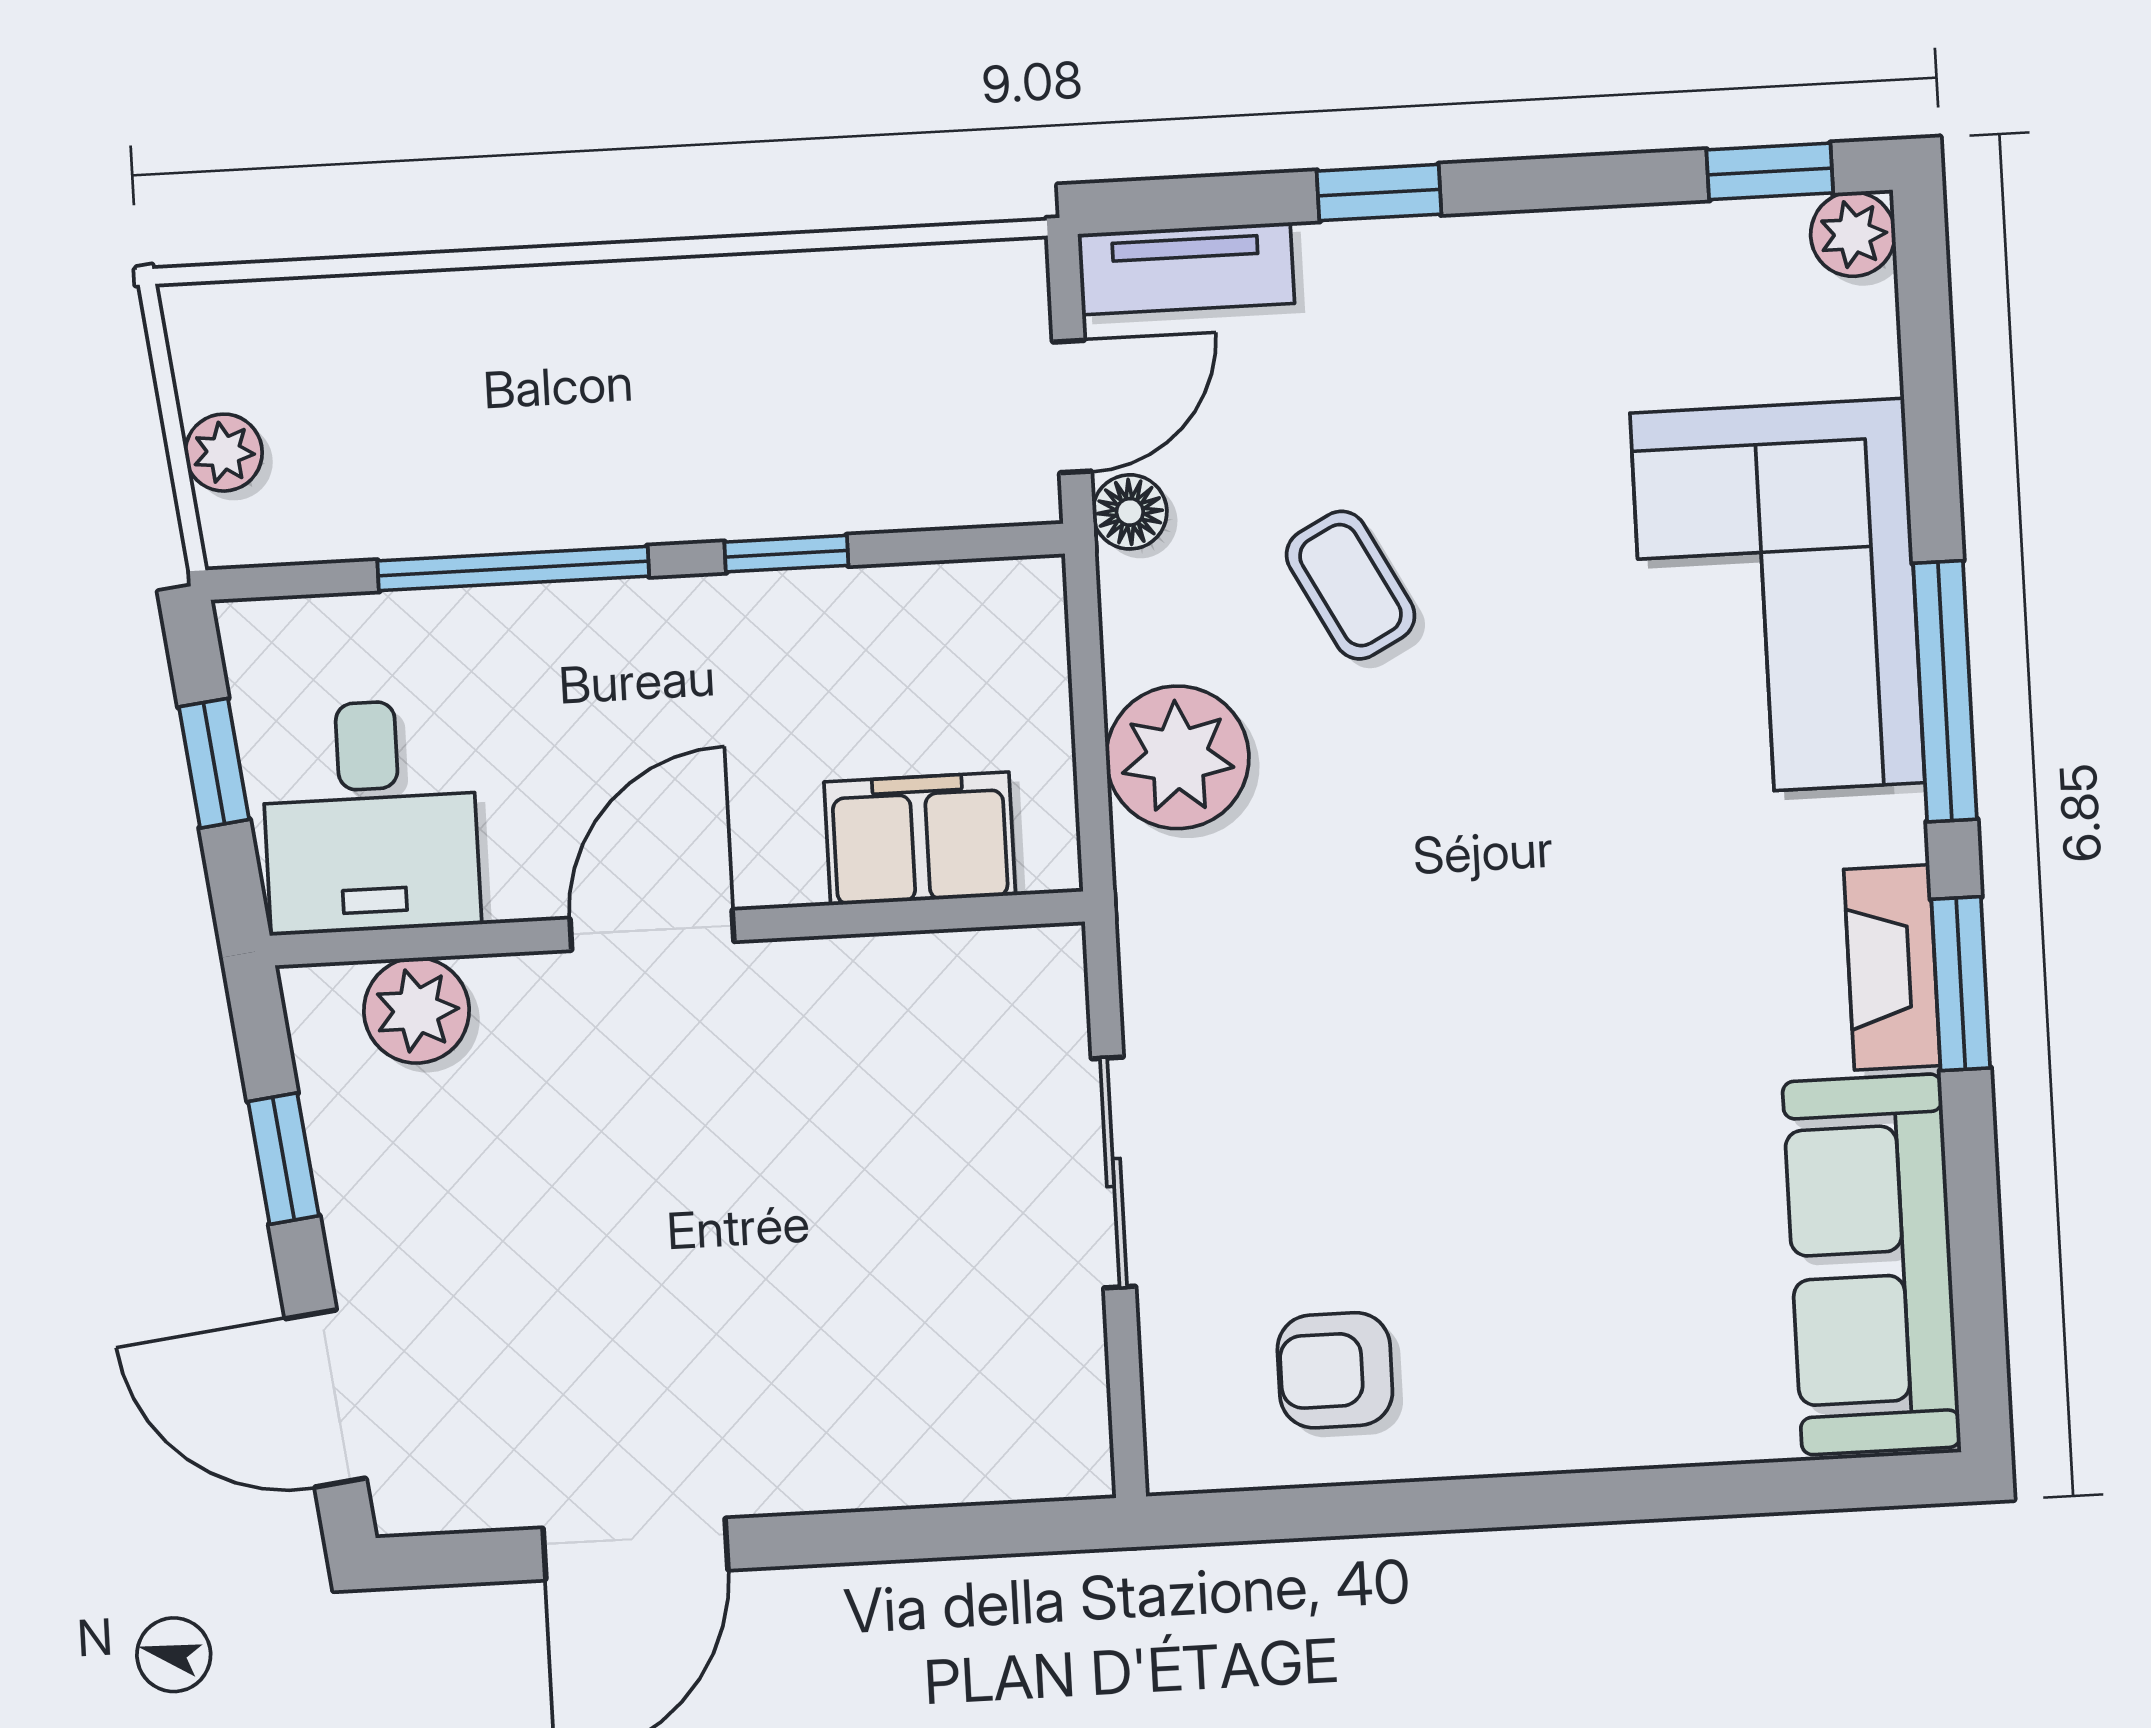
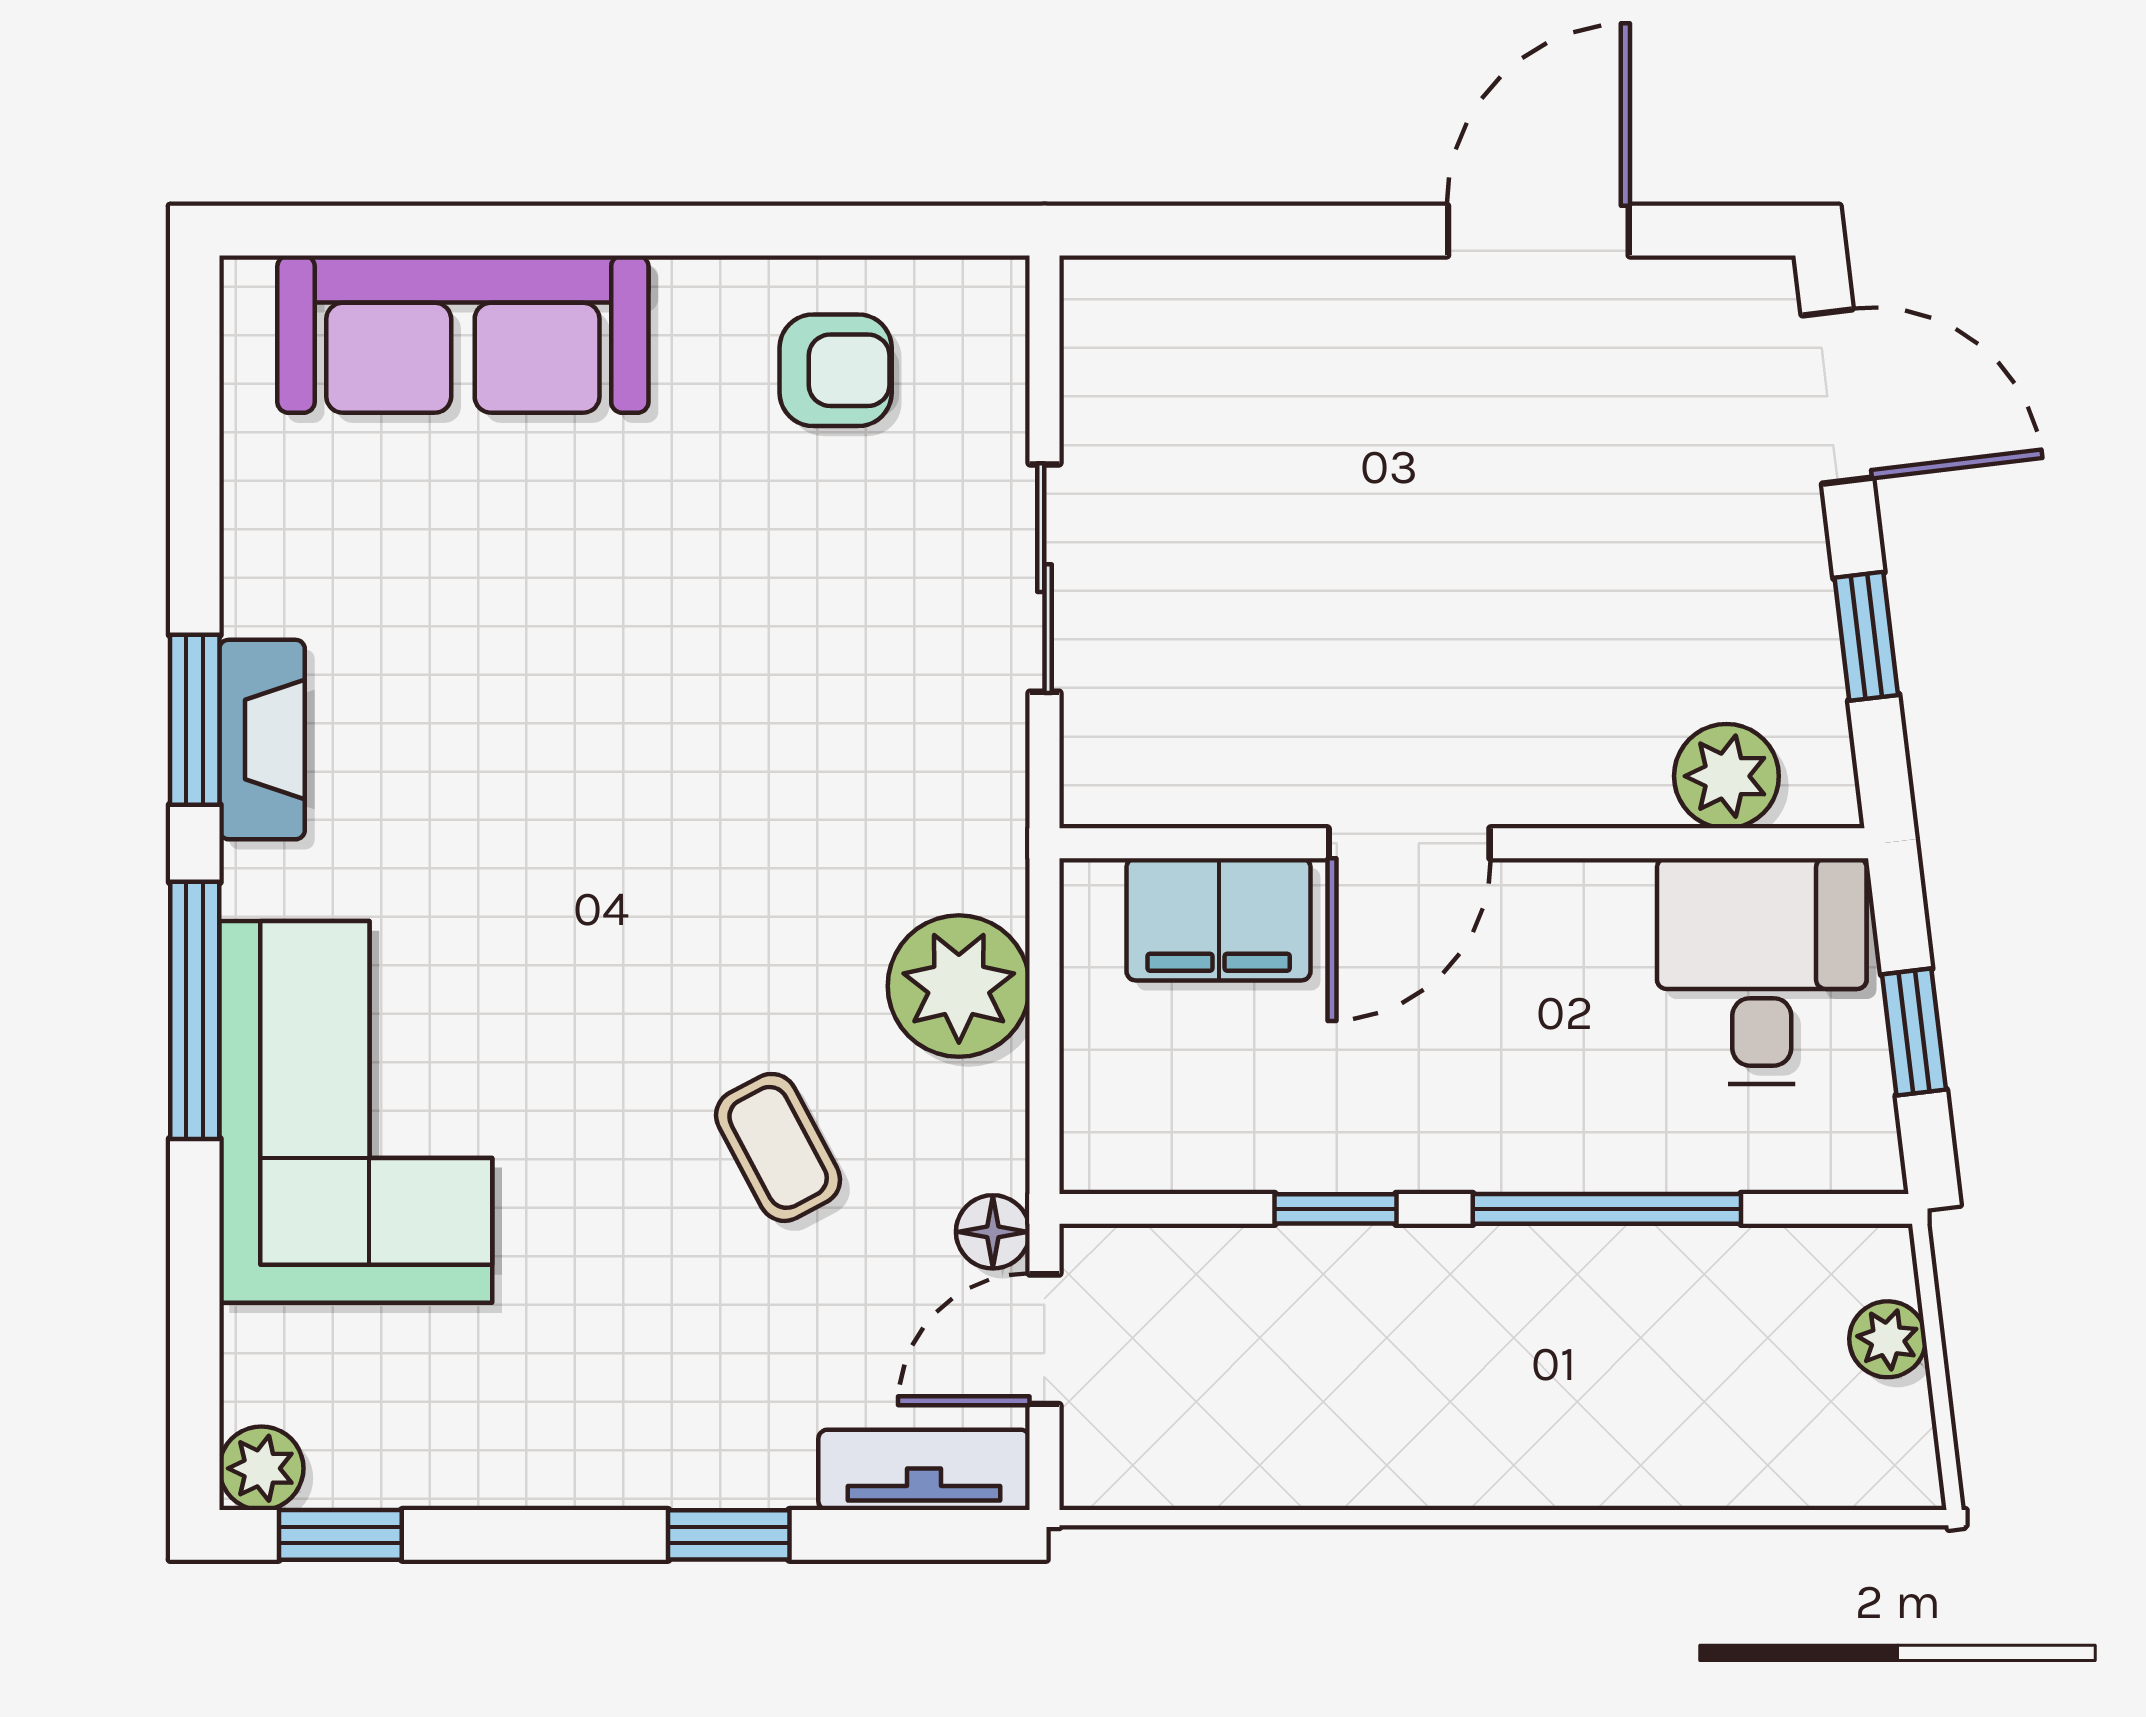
door: (652, 930) -> (1409, 843), moved
sofa: (1871, 1264) -> (463, 334), moved, turned 90

